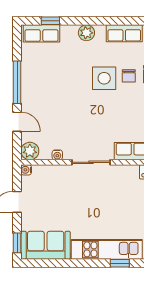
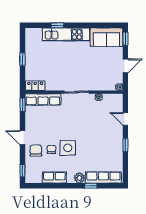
window: (50, 21) -> (91, 186), moved
row of seats: (42, 33) -> (103, 177), width x1.48
window: (17, 82) -> (125, 145), width x0.46
plant: (30, 151) -> (117, 100), removed

